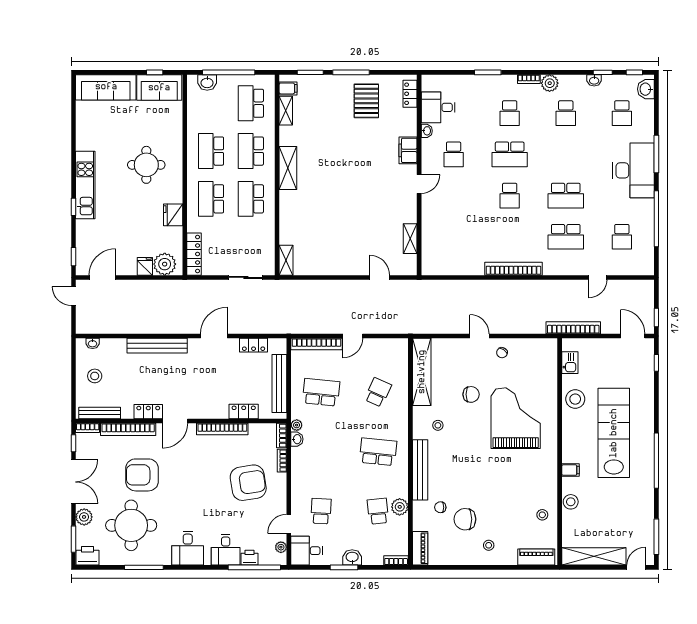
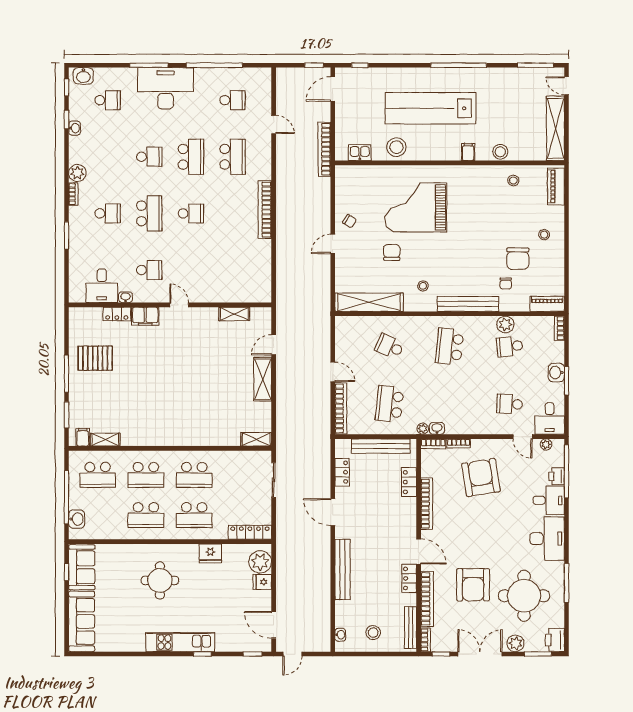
locker: (410, 94) -> (117, 314), moved
school desk: (566, 113) -> (149, 157), moved
shelving: (288, 168) -> (263, 379), moved, turned 90
desk: (188, 548) -> (547, 539), width x1.37

